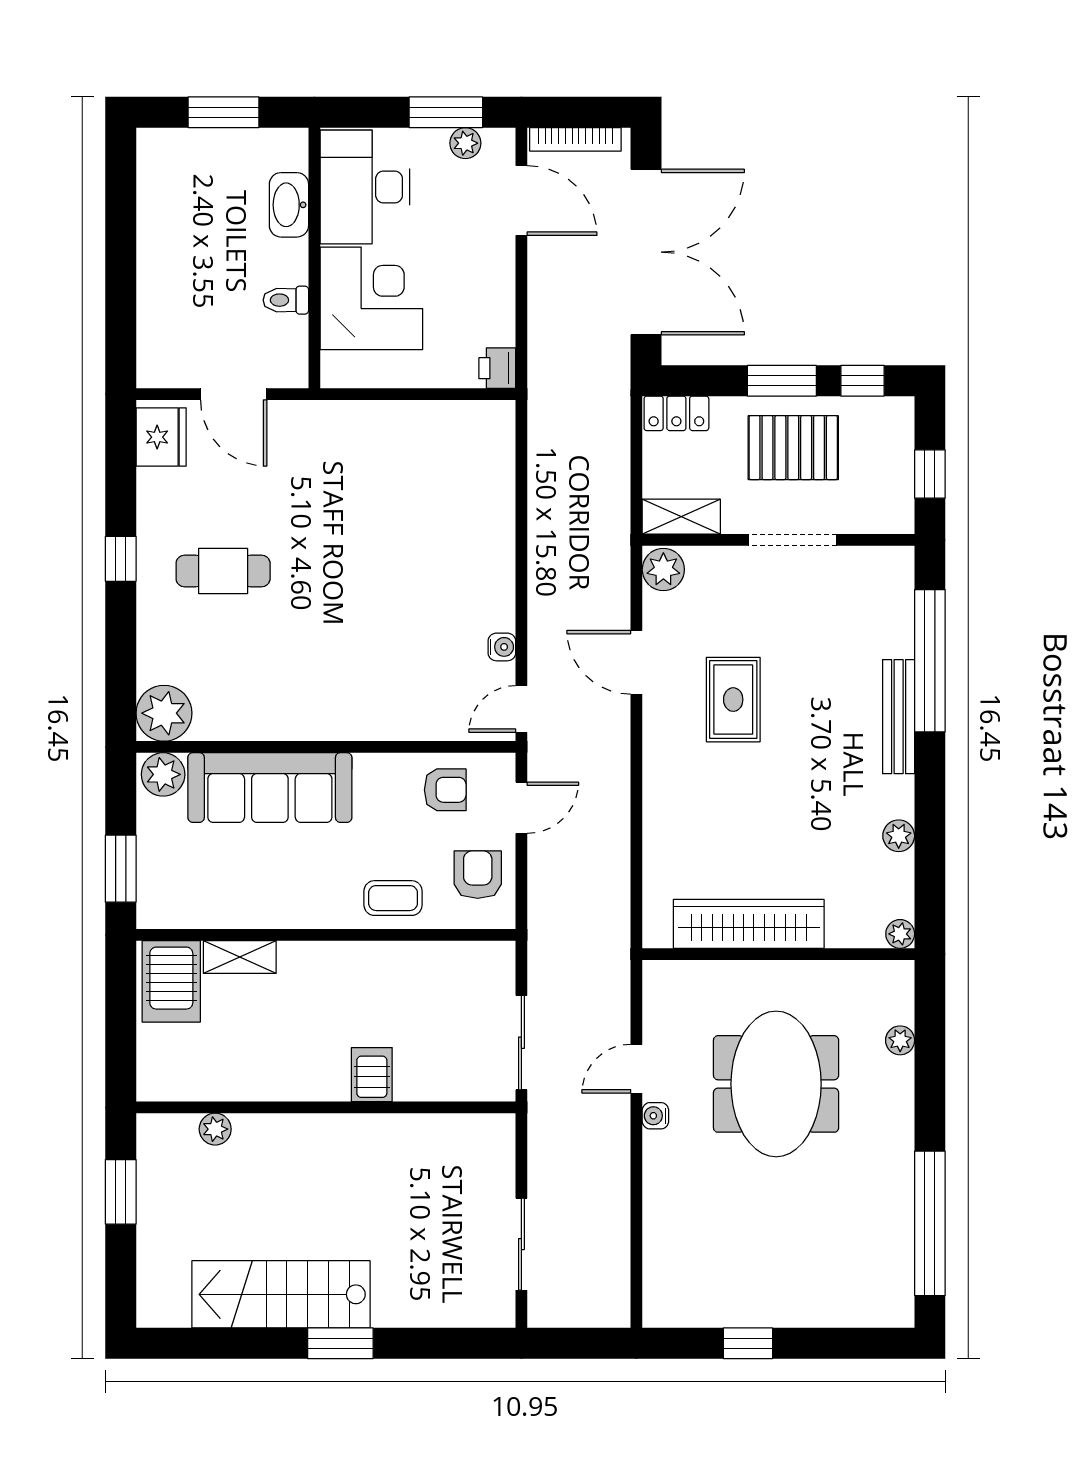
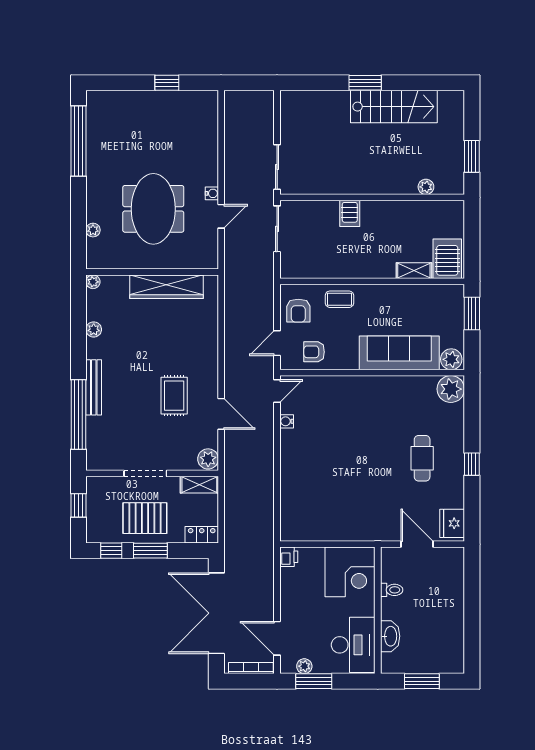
corner desk: (371, 298) -> (350, 572), moved, turned -90
cafe table: (223, 571) -> (422, 458), turned 90
sliding door: (521, 1244) -> (277, 167), moved

